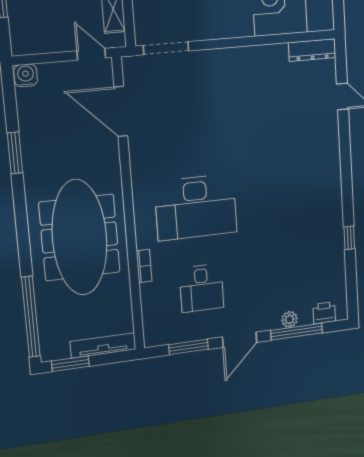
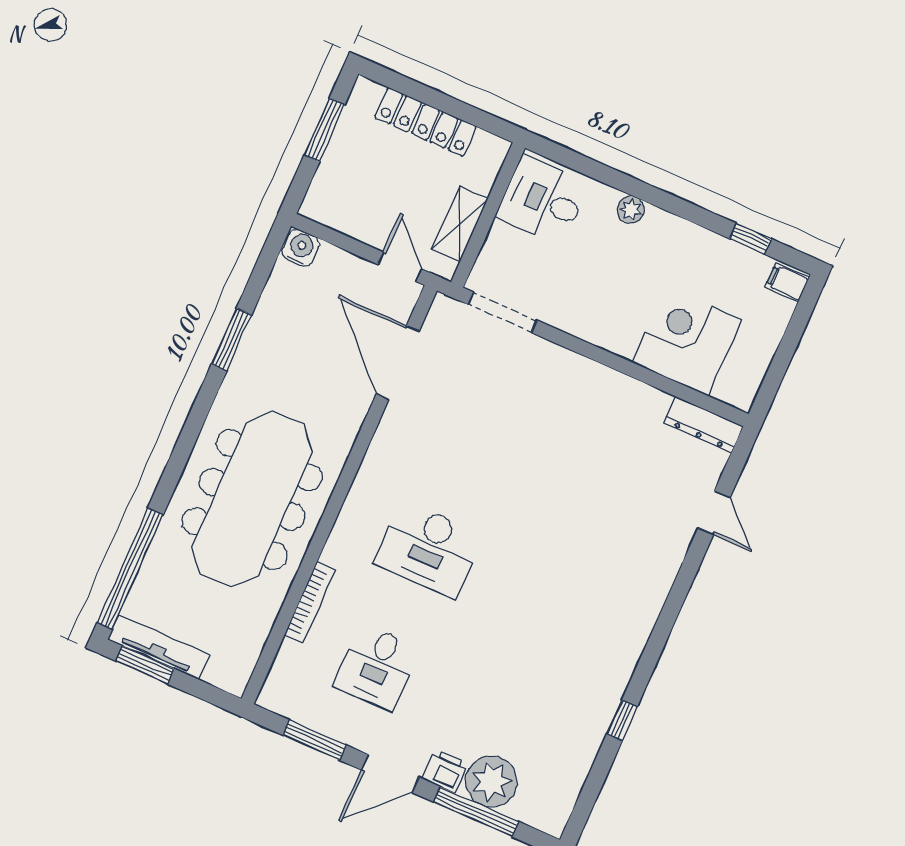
desk: (196, 207) -> (429, 549), width x0.73, depth x0.77
bookcase: (144, 266) -> (310, 602), width x1.56
printer: (324, 313) -> (445, 771), moved
plant: (289, 319) -> (491, 781), width x1.88, depth x1.88
tv unit: (103, 345) -> (159, 647), moved

